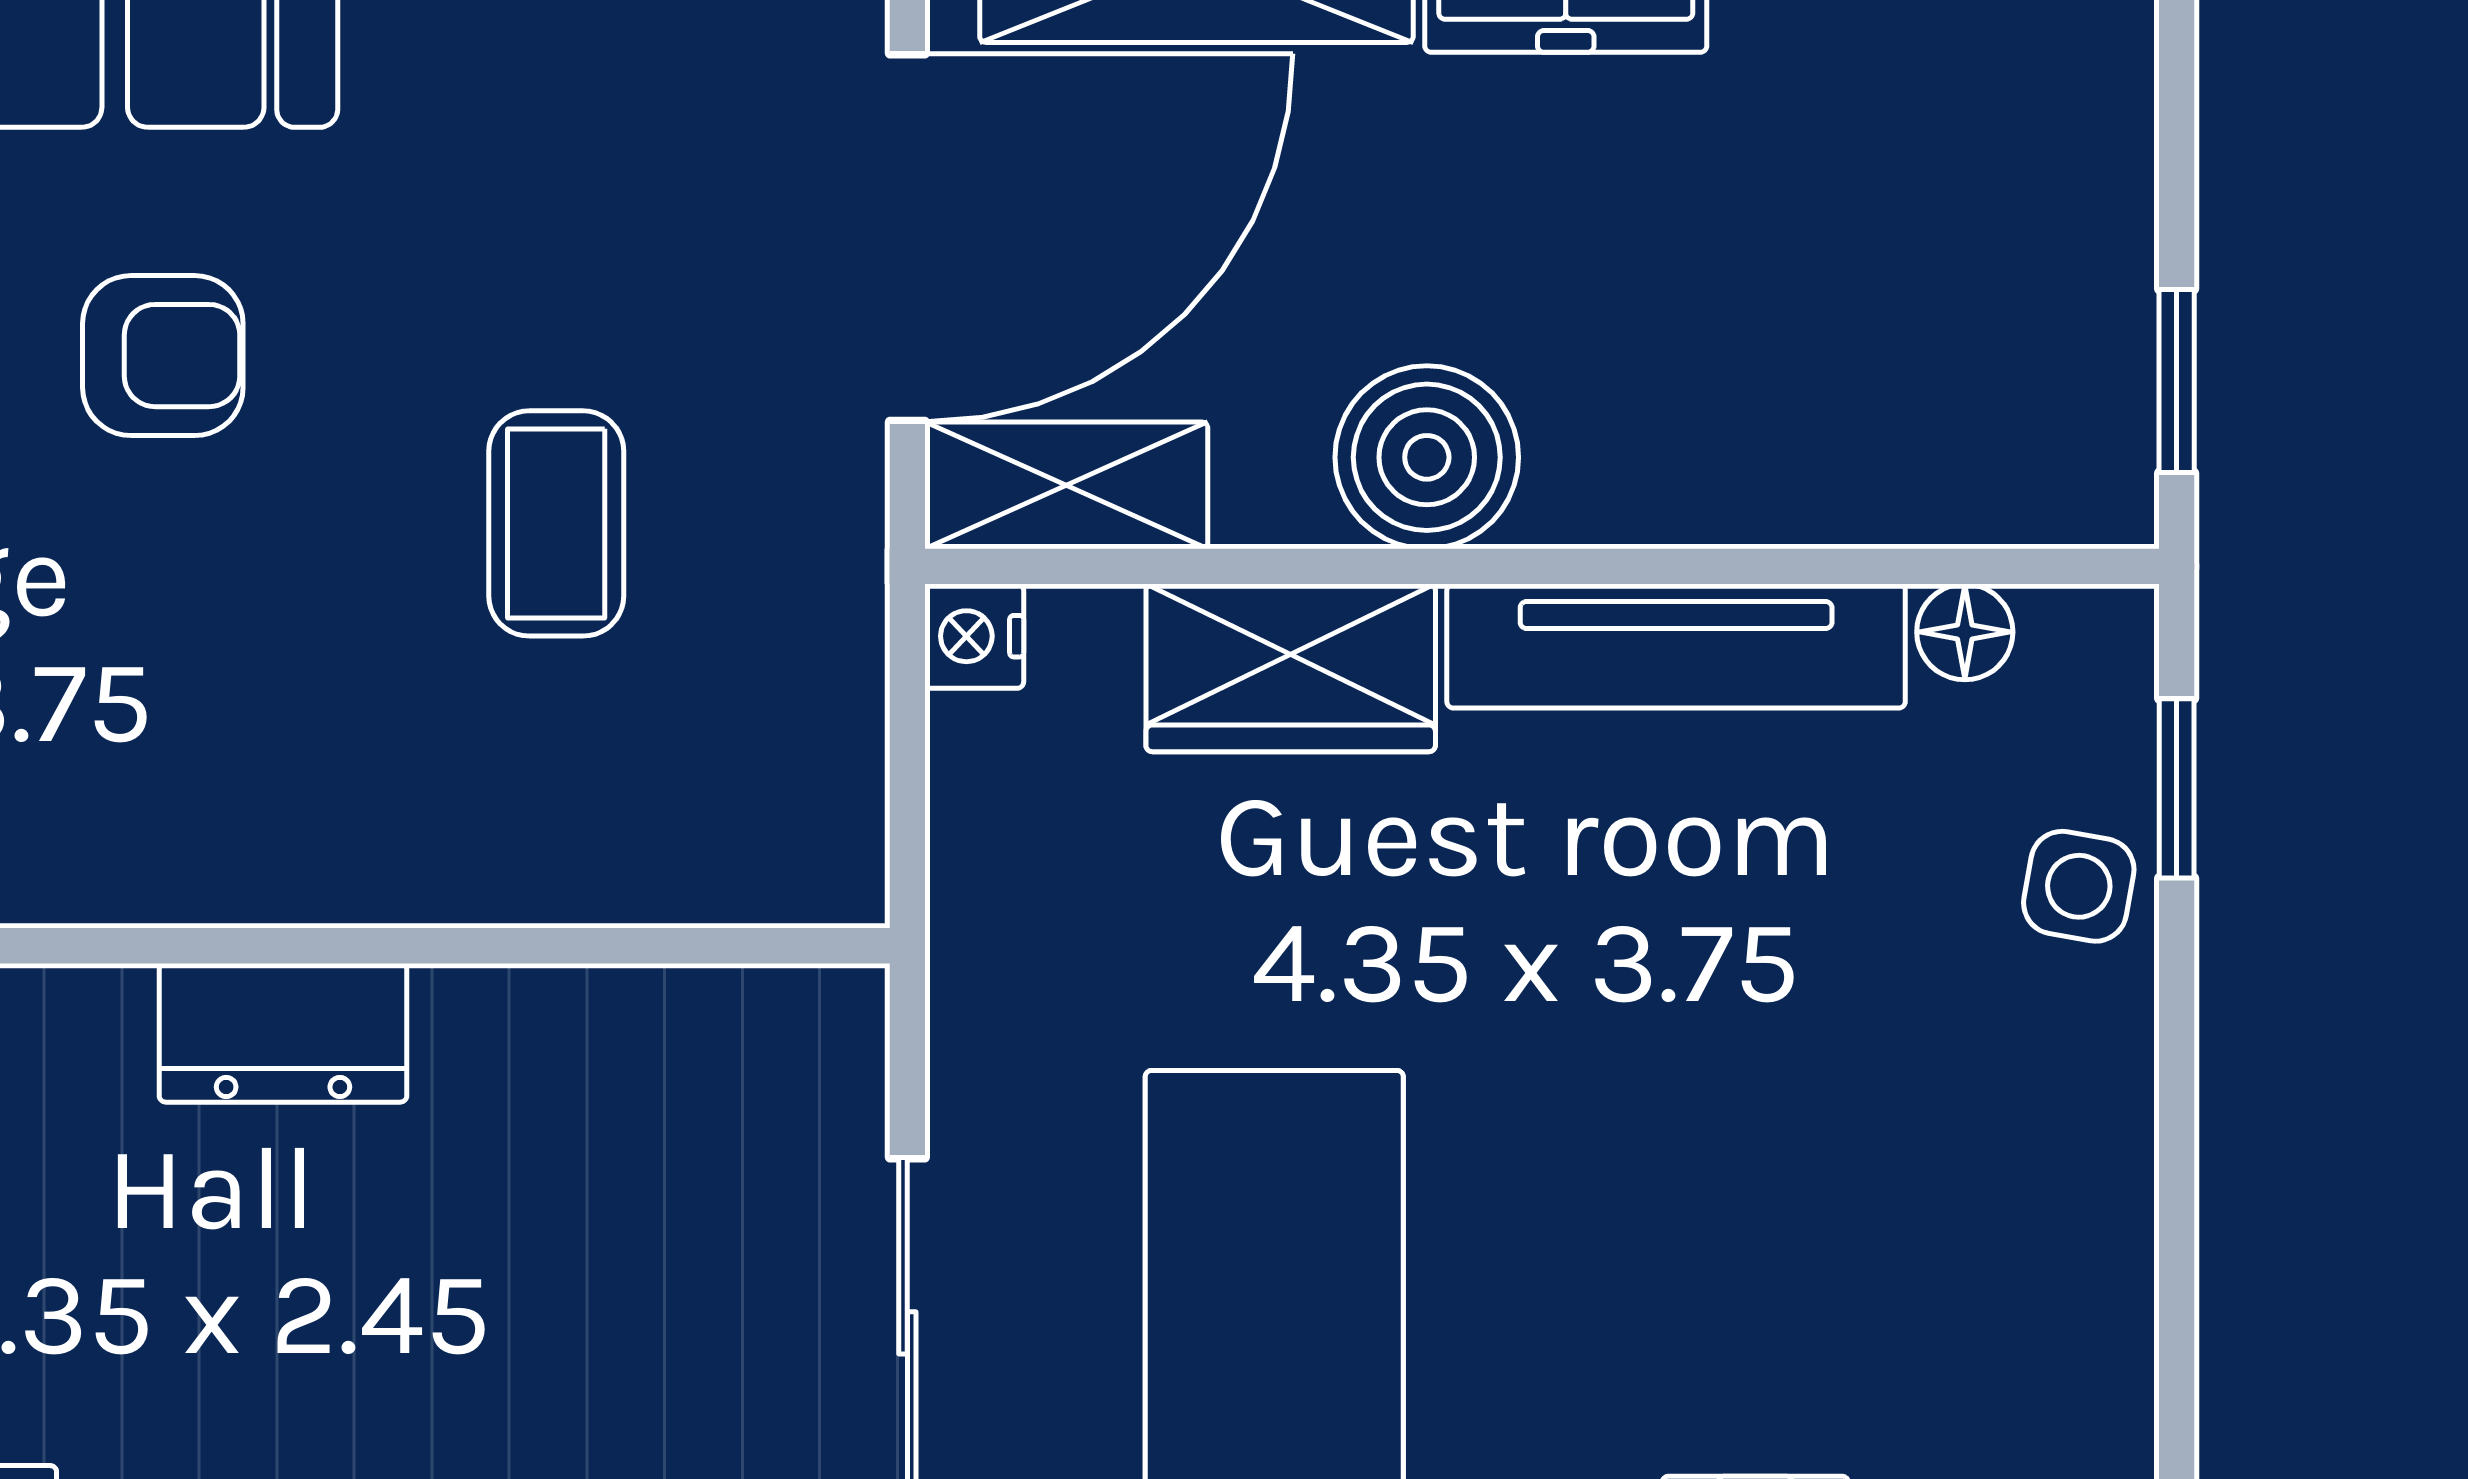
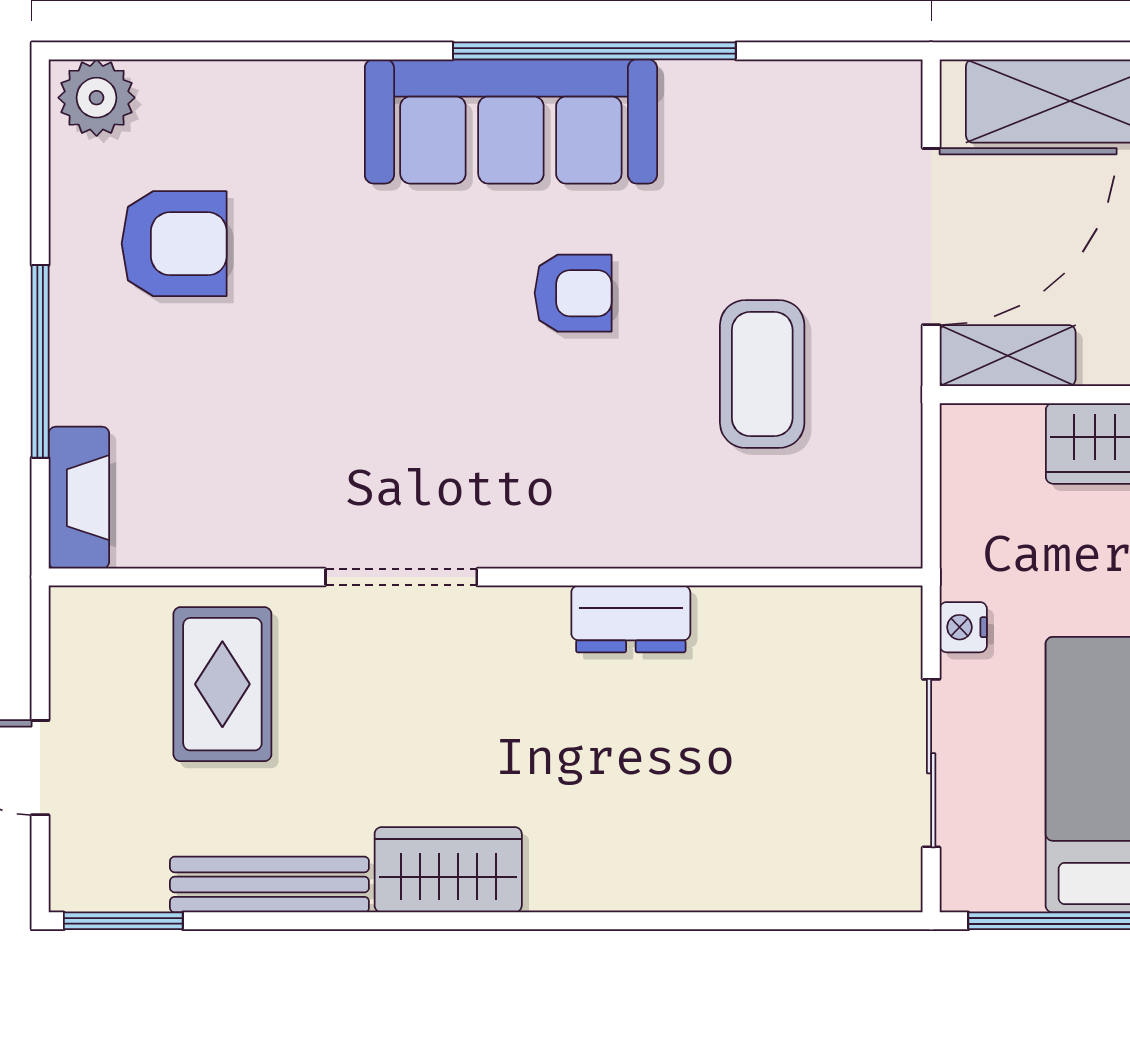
coffee table: (556, 523) -> (762, 374), width x1.36, depth x1.30
nightstand: (974, 636) -> (963, 627), moved

